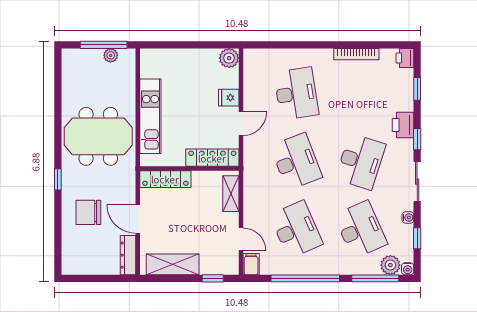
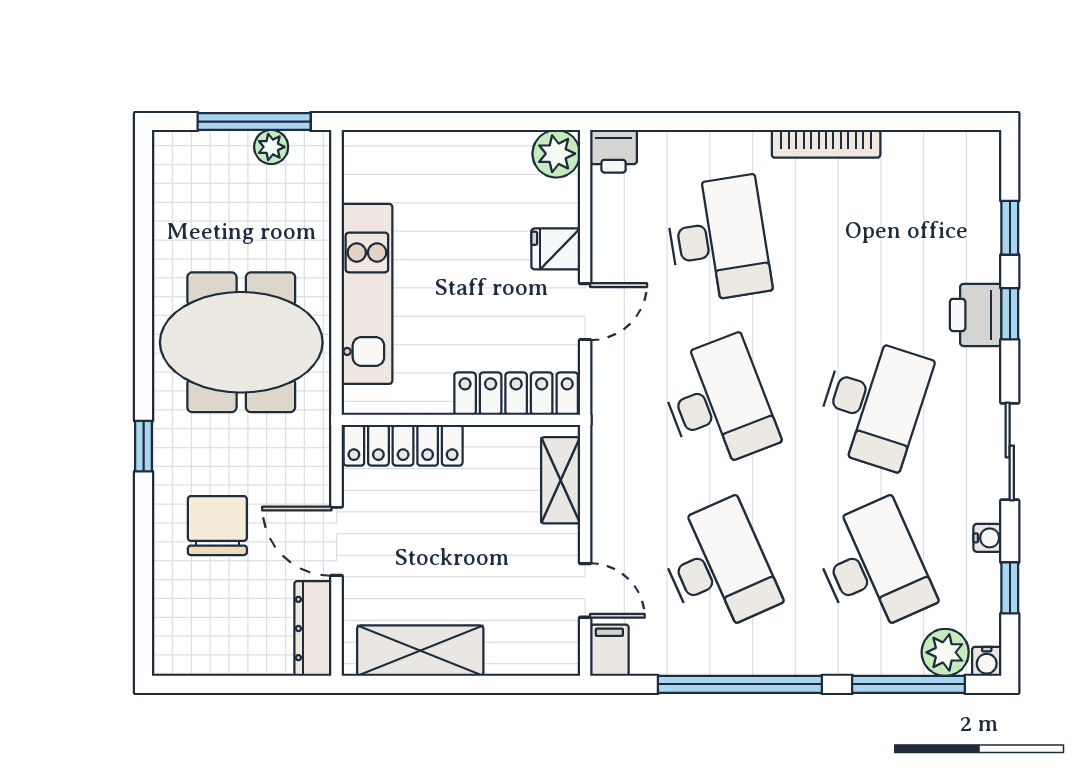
bookcase: (356, 54) -> (826, 144), moved
printer: (405, 58) -> (614, 151), moved, turned -90
window: (417, 139) -> (1010, 314), moved
chair: (88, 212) -> (217, 526), turned 90
window: (213, 278) -> (517, 684), removed

